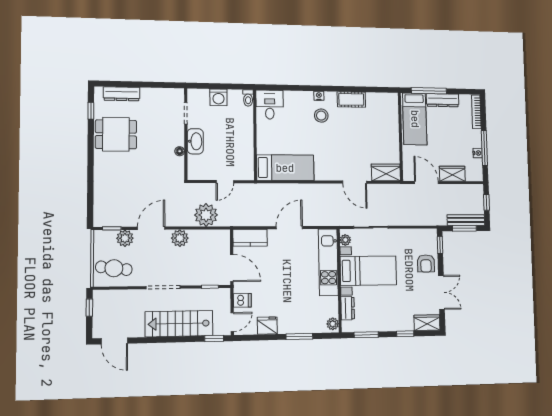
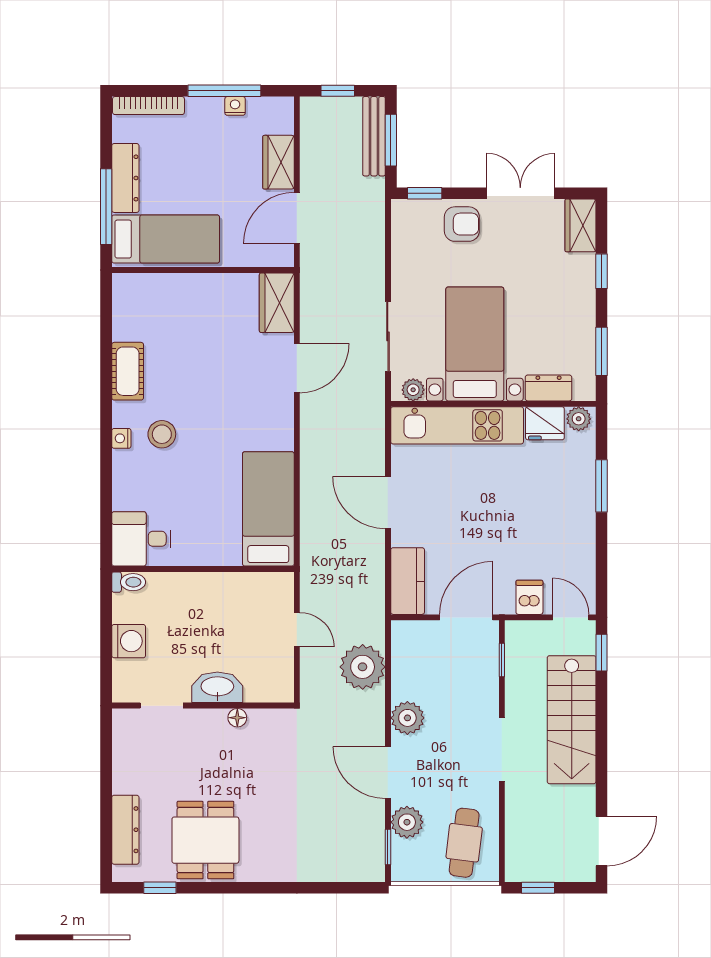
fridge: (267, 326) -> (545, 423), moved, turned -90

